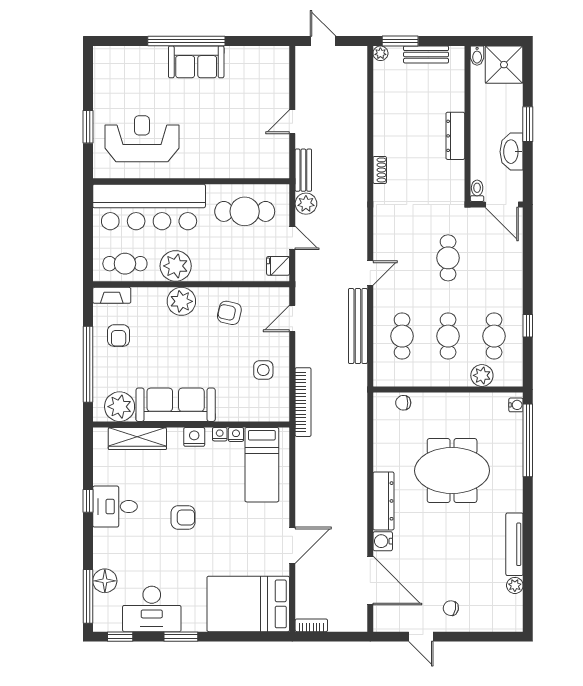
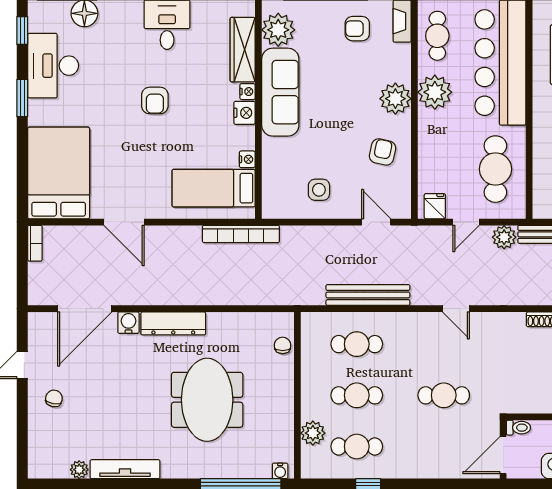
door: (370, 273) -> (456, 309), moved
bookcase: (303, 402) -> (241, 234), moved
nightstand: (220, 434) -> (248, 92), moved

